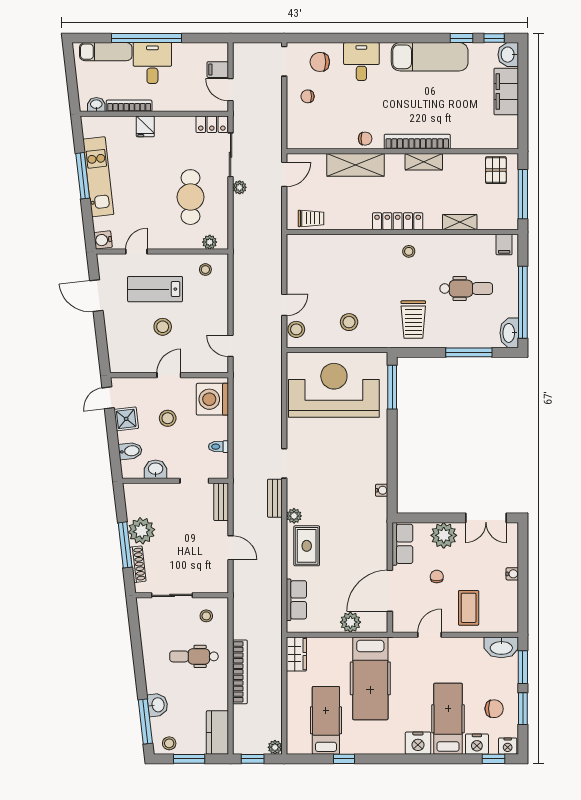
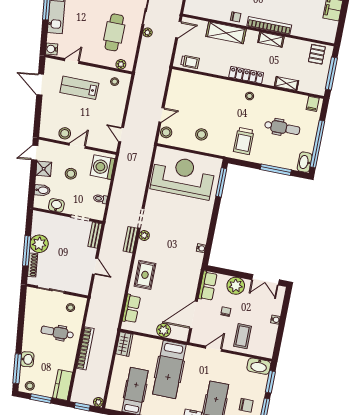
stool: (163, 327) -> (65, 133), moved
plant: (294, 516) -> (144, 235), moved

